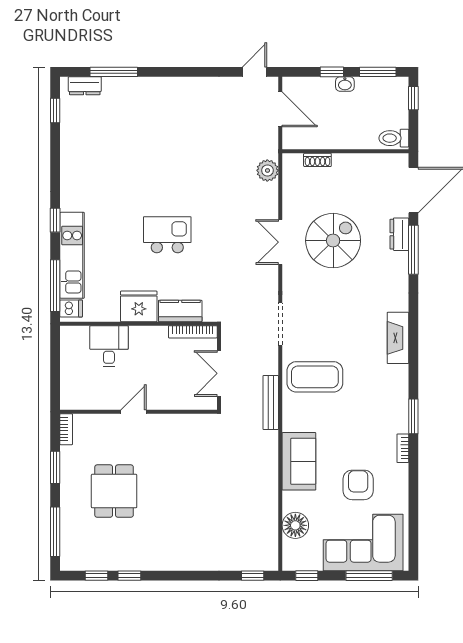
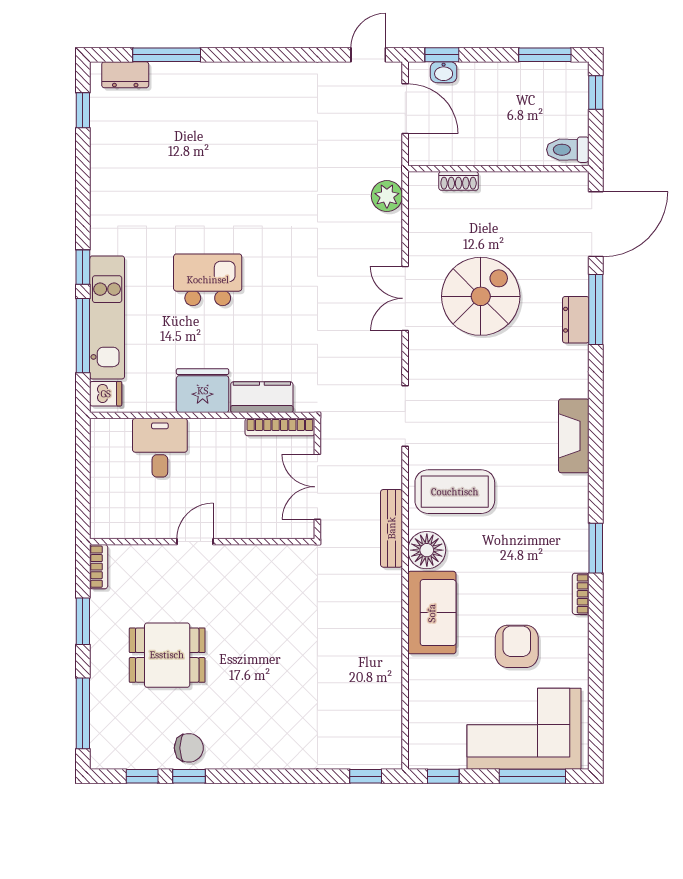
window: (332, 72) -> (442, 55), moved
washbasin: (345, 84) -> (444, 72), moved
dresser: (399, 234) -> (576, 320), moved
kitchen island: (167, 235) -> (208, 280), moved
window: (55, 286) -> (83, 336), moved
dining table: (114, 491) -> (167, 655), turned 90
floor lamp: (295, 525) -> (427, 550), moved
chair: (129, 556) -> (189, 748), added

